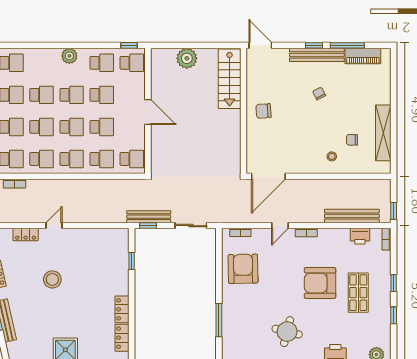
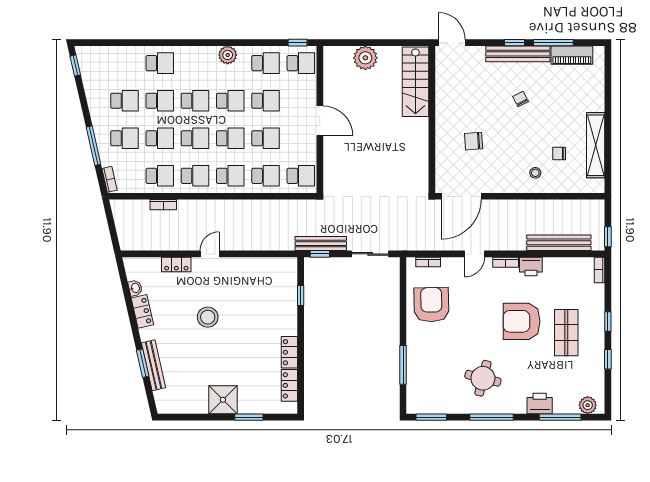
chair: (263, 111) -> (474, 141), moved
printer: (360, 236) -> (531, 266), moved

